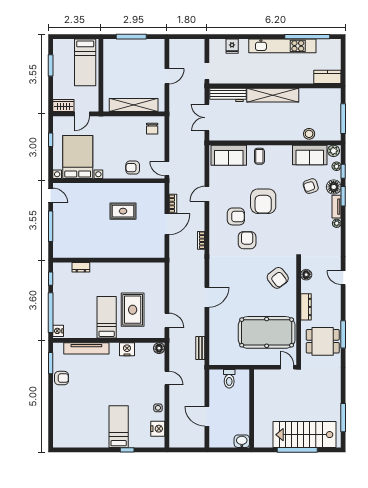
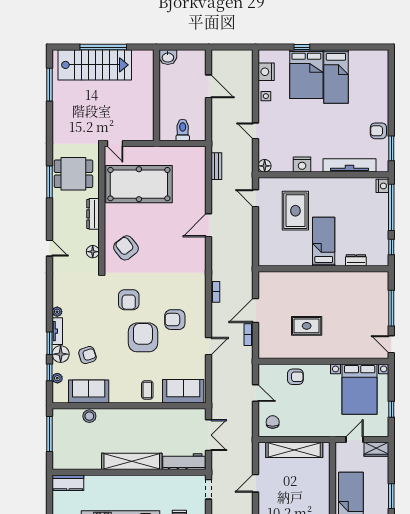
plant: (334, 151) -> (61, 396), removed
door: (167, 169) -> (256, 393), moved
armchair: (247, 240) -> (129, 300), moved
bed: (107, 317) -> (324, 242), moved, turned 180
bed: (98, 425) -> (336, 76), added
bed: (119, 427) -> (306, 74), width x1.50

